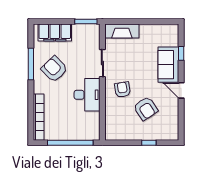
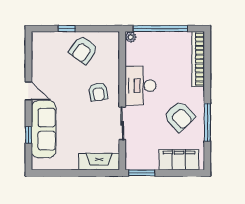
sofa: (168, 65) -> (44, 129), width x1.36
armchair: (146, 109) -> (83, 50), moved, turned -110
plant: (95, 136) -> (131, 37), added

